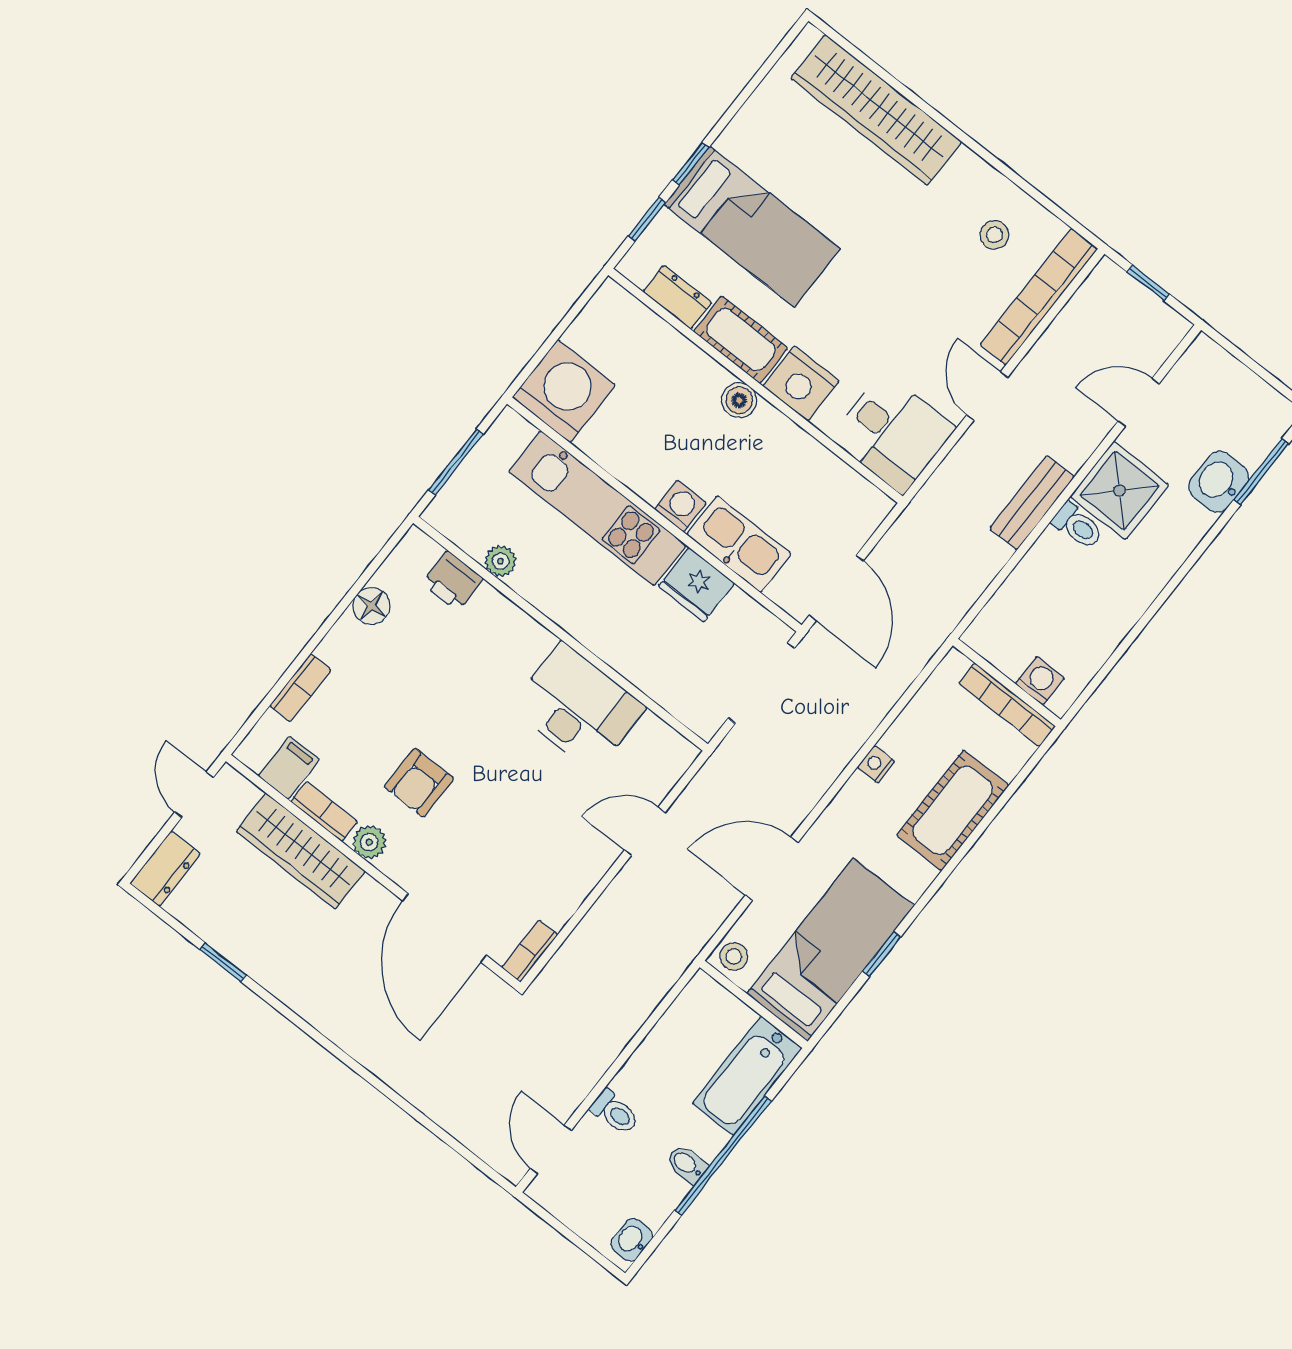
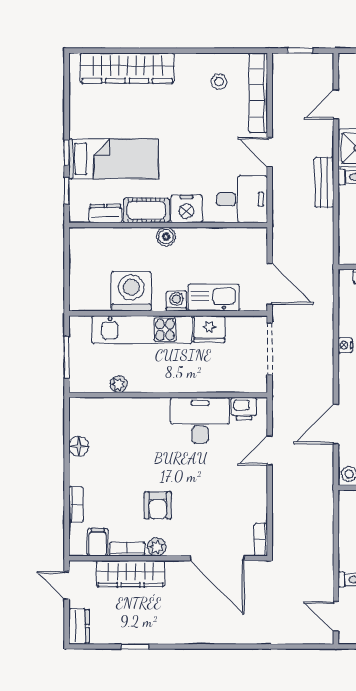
washing machine: (564, 391) -> (131, 291), moved
printer: (453, 581) -> (244, 409), moved

